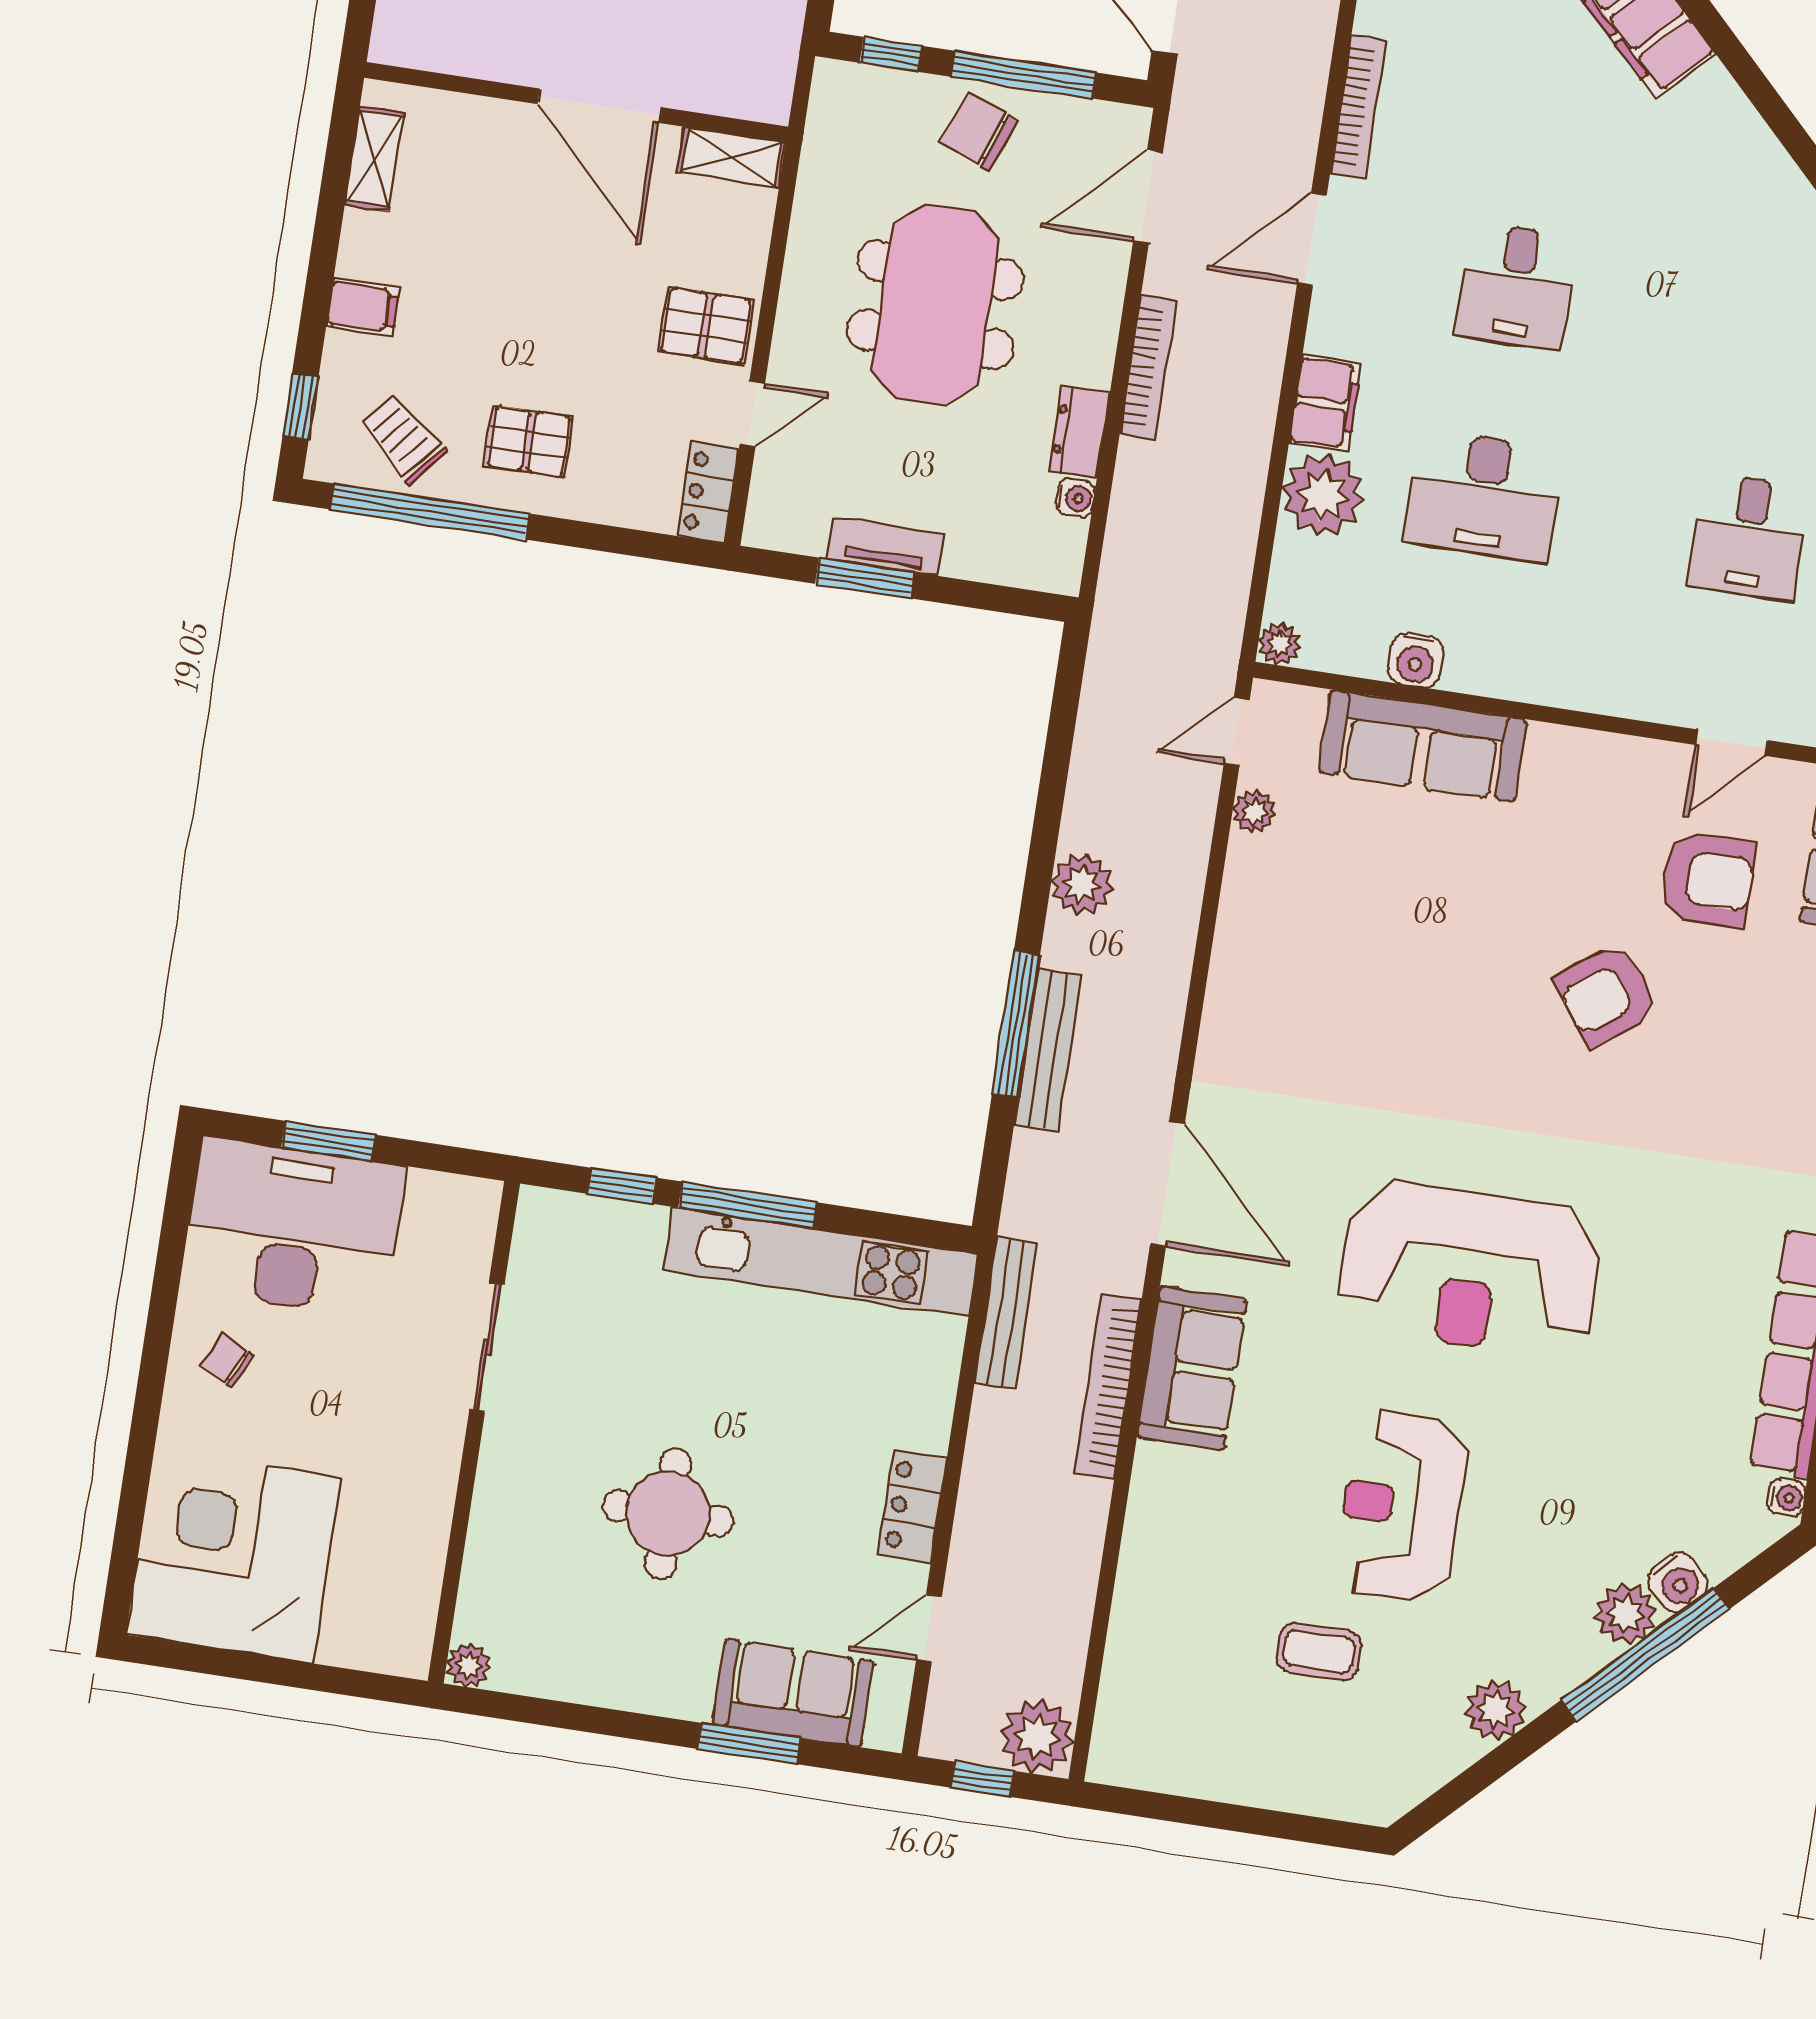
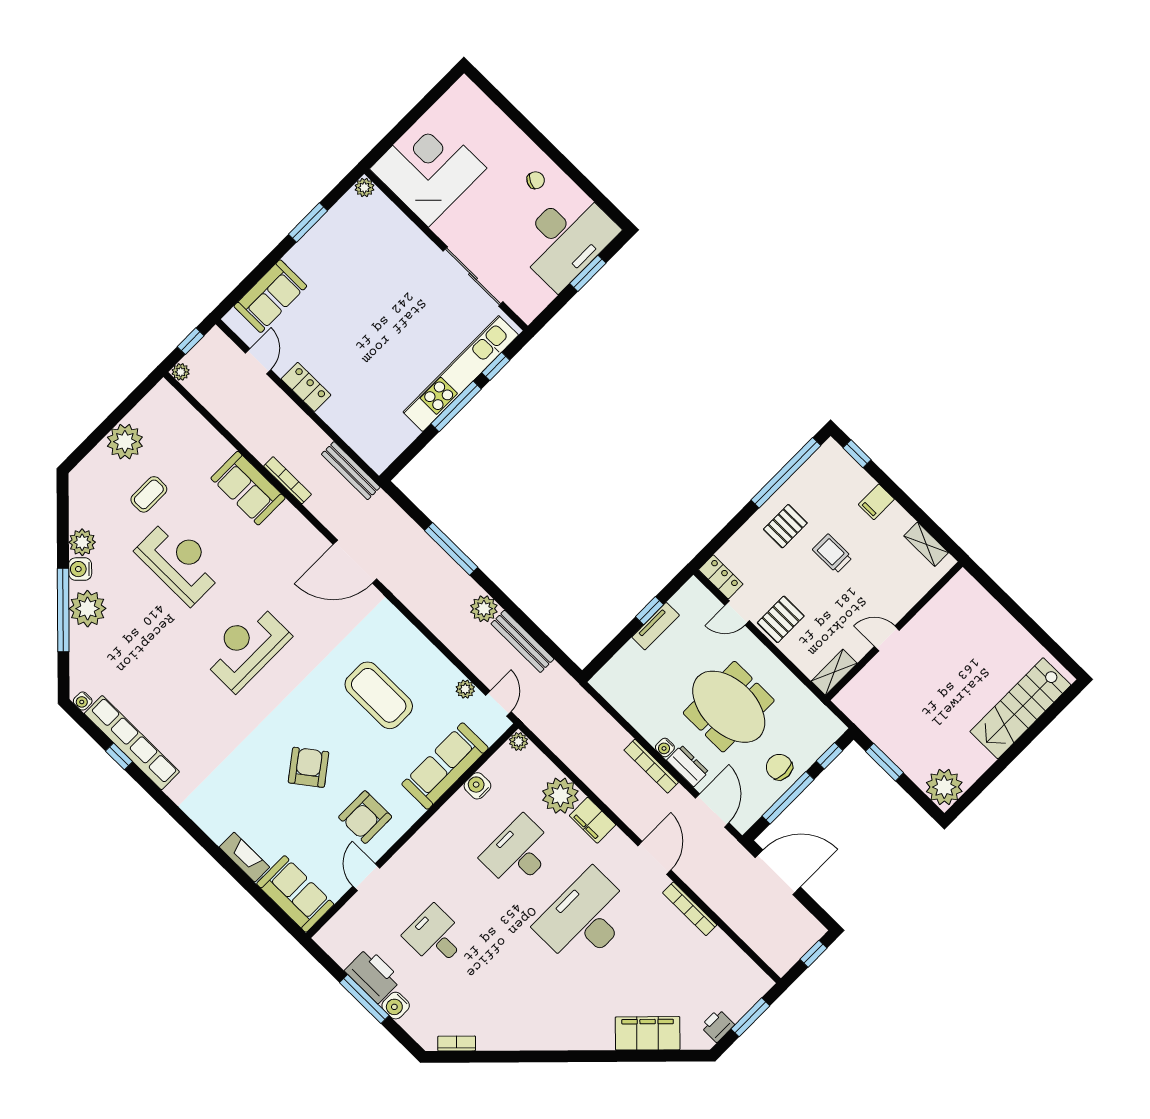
door: (599, 106) -> (887, 638), width x0.53
chair: (979, 132) -> (779, 767), turned -111
desk: (1516, 286) -> (585, 919), width x1.87, depth x1.30
door: (752, 414) -> (737, 613), hinge flipped
dresser: (1079, 432) -> (688, 766), moved
trolley: (403, 439) -> (832, 554), moved, turned -131
water cooler: (1075, 498) -> (665, 748), moved
window: (865, 578) -> (649, 611), width x0.67
armchair: (1707, 880) -> (365, 817), moved
coffee table: (1381, 962) -> (379, 695), added
bench: (1048, 1050) -> (522, 641), moved
kitchen unit: (821, 1262) -> (461, 374), moved
reception desk: (1470, 1269) -> (246, 647), width x0.74, depth x0.77
sliding door: (487, 1347) -> (473, 276), width x1.37
sofa: (1192, 1368) -> (248, 488), moved
bookcase: (1108, 1386) -> (288, 480), width x0.68, depth x0.76
round table: (668, 1514) -> (367, 298), removed
corner desk: (233, 1556) -> (428, 169), moved, turned -90
water cooler: (1678, 1582) -> (80, 569), moved
plant: (1626, 1614) -> (88, 609), width x1.36, depth x1.36
plant: (1037, 1737) -> (181, 372), width x0.53, depth x0.53
window: (749, 1744) -> (308, 223), moved
plant: (1254, 1766) -> (125, 442), added

